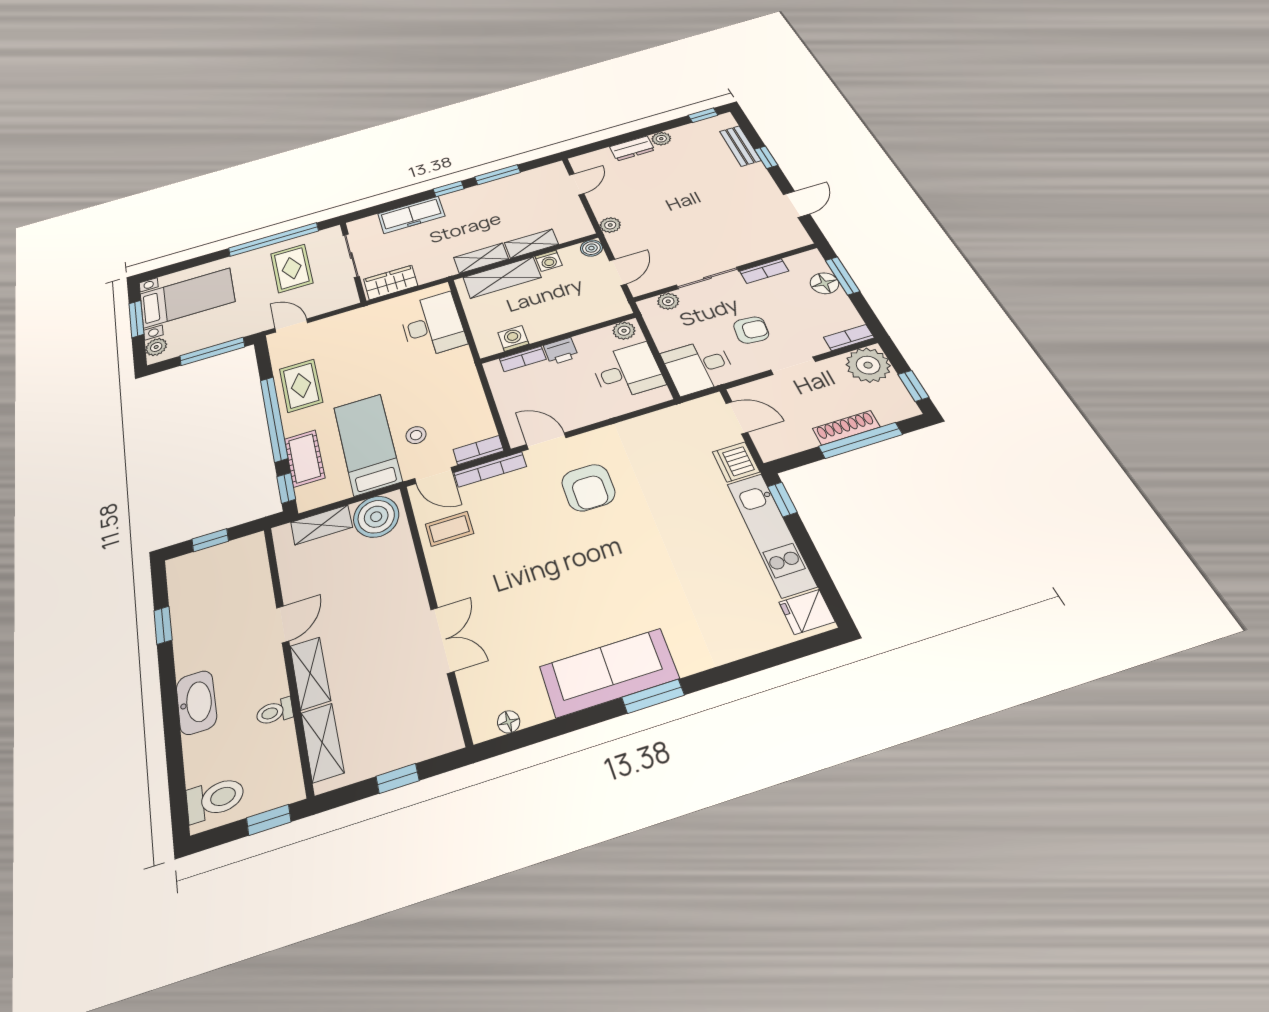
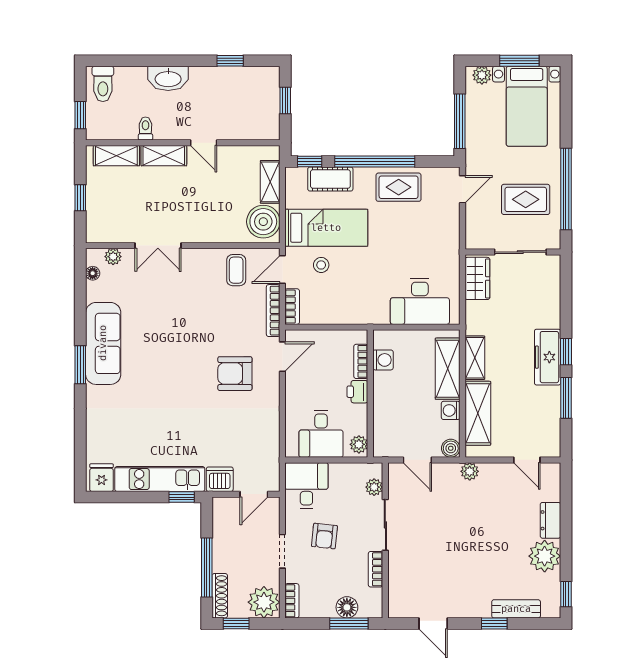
plant: (661, 139) -> (545, 556), width x1.87, depth x1.87
freezer: (411, 215) -> (548, 357), moved
shelving: (531, 244) -> (478, 413), width x1.50, depth x1.33
shoe rack: (846, 428) -> (220, 596), moved
plant: (475, 699) -> (113, 257), added

